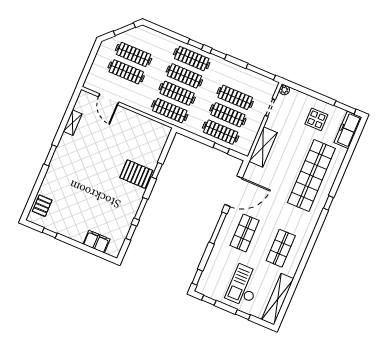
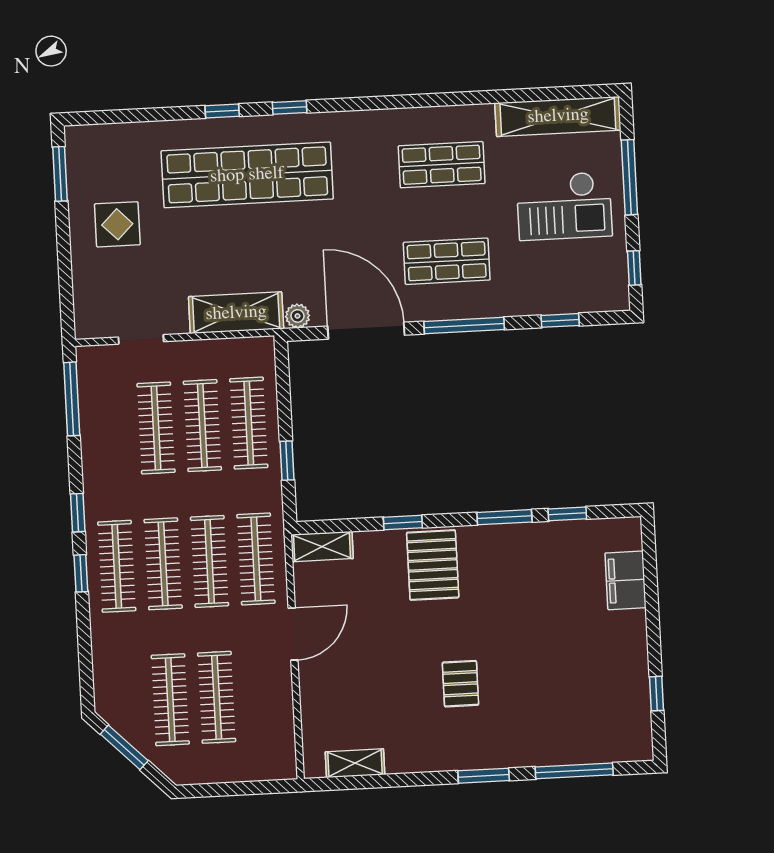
plant: (284, 90) -> (298, 316), moved
door: (109, 99) -> (293, 634), moved
shelving: (73, 123) -> (355, 763), moved
freezer: (348, 130) -> (107, 143), removed
shelving: (163, 137) -> (322, 547), added
window: (221, 148) -> (287, 461), moved
window: (339, 178) -> (222, 111), added
window: (36, 189) -> (574, 771), added
pallet: (42, 206) -> (460, 684), moved, turned 90
window: (197, 277) -> (560, 320), moved
window: (243, 315) -> (629, 177), width x2.17

